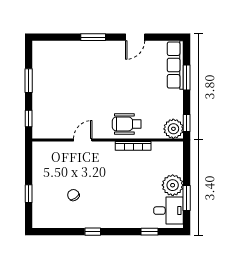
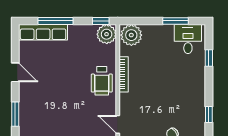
window: (187, 77) -> (55, 21), width x1.44
plant: (173, 185) -> (131, 35), moved

